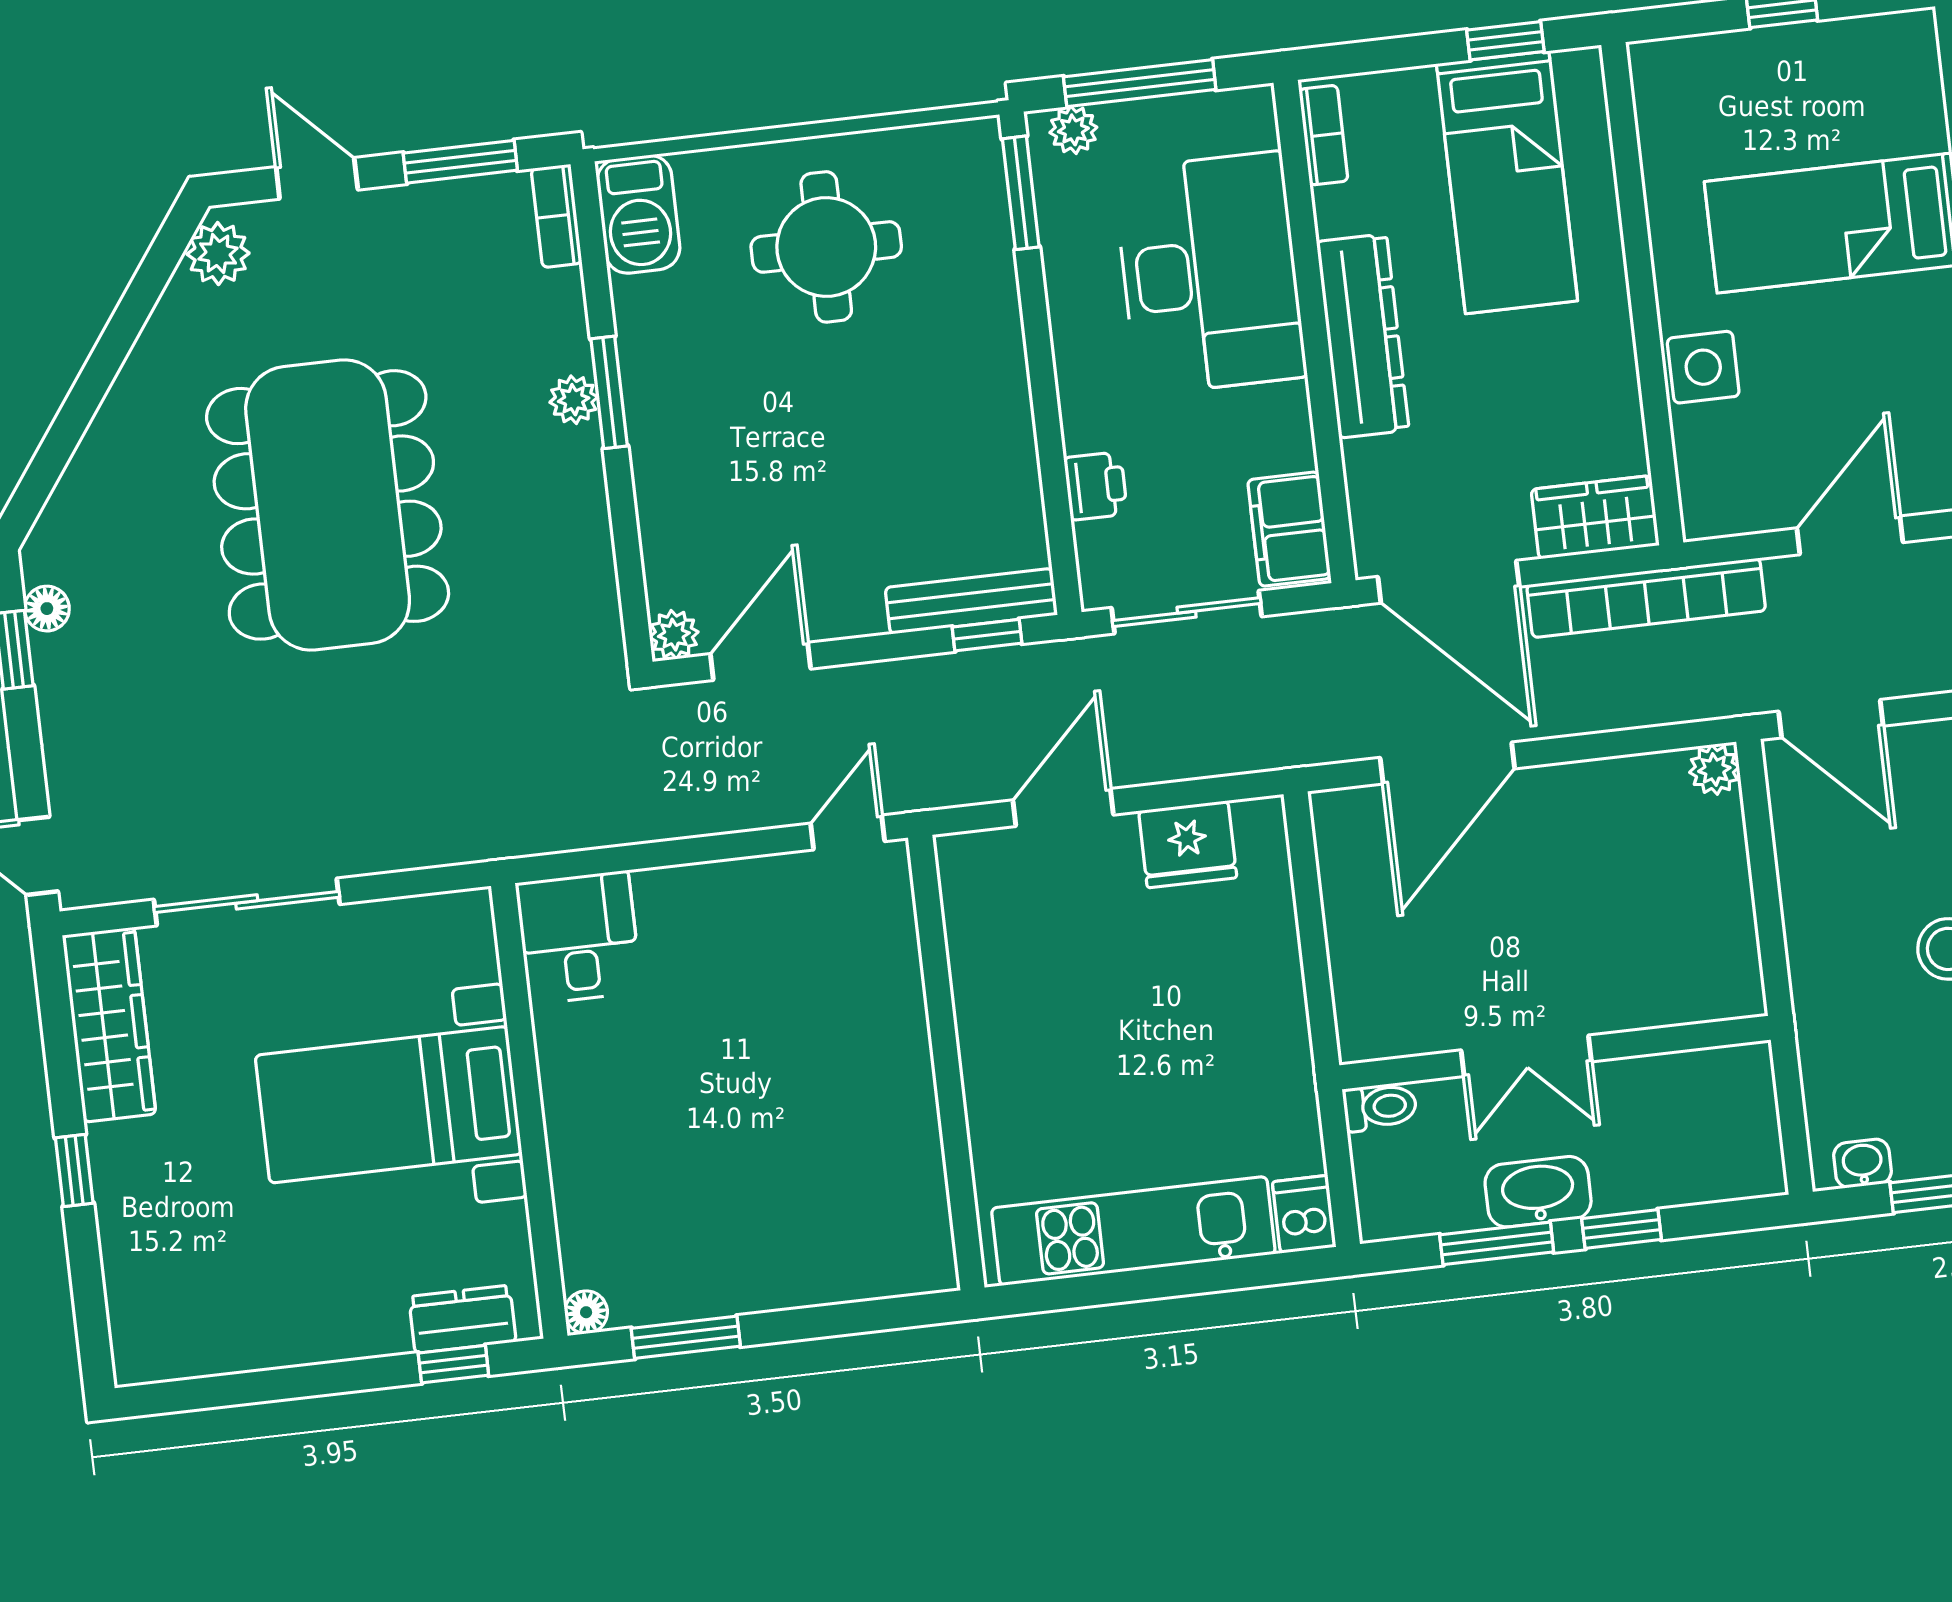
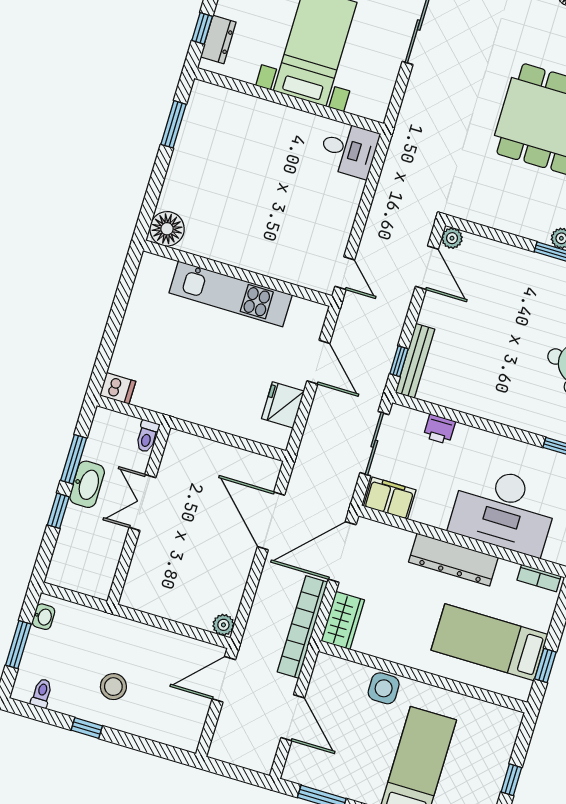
kitchen unit: (1133, 1231) -> (231, 294), moved, turned 90
floor lamp: (586, 1312) -> (167, 229), moved, width x1.89, depth x1.89

